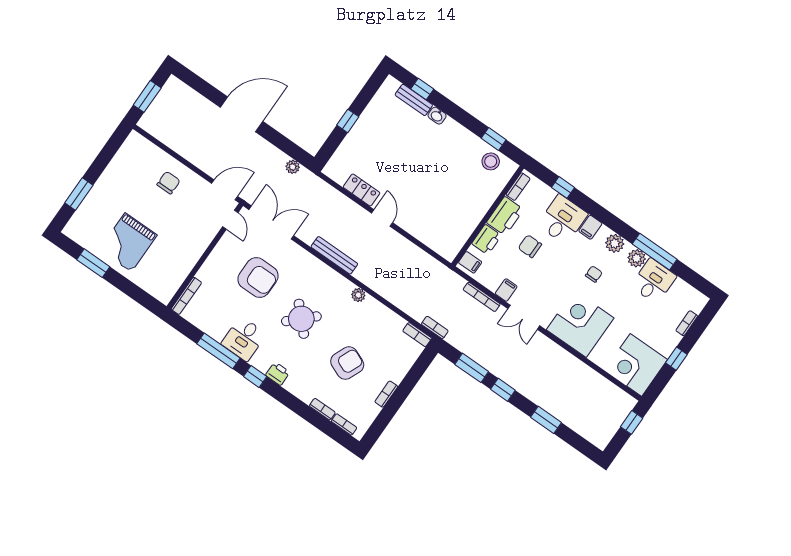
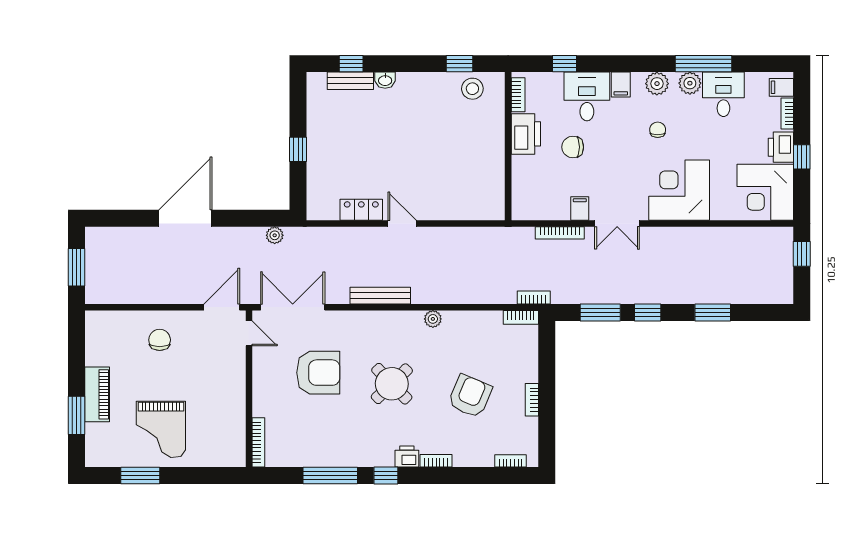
piano: (102, 190) -> (97, 394), added
printer: (487, 240) -> (781, 147), moved, turned 180
filing cabinet: (470, 262) -> (781, 87), moved, turned 180
desk: (244, 339) -> (347, 445), removed
bookcase: (322, 409) -> (436, 461), moved

